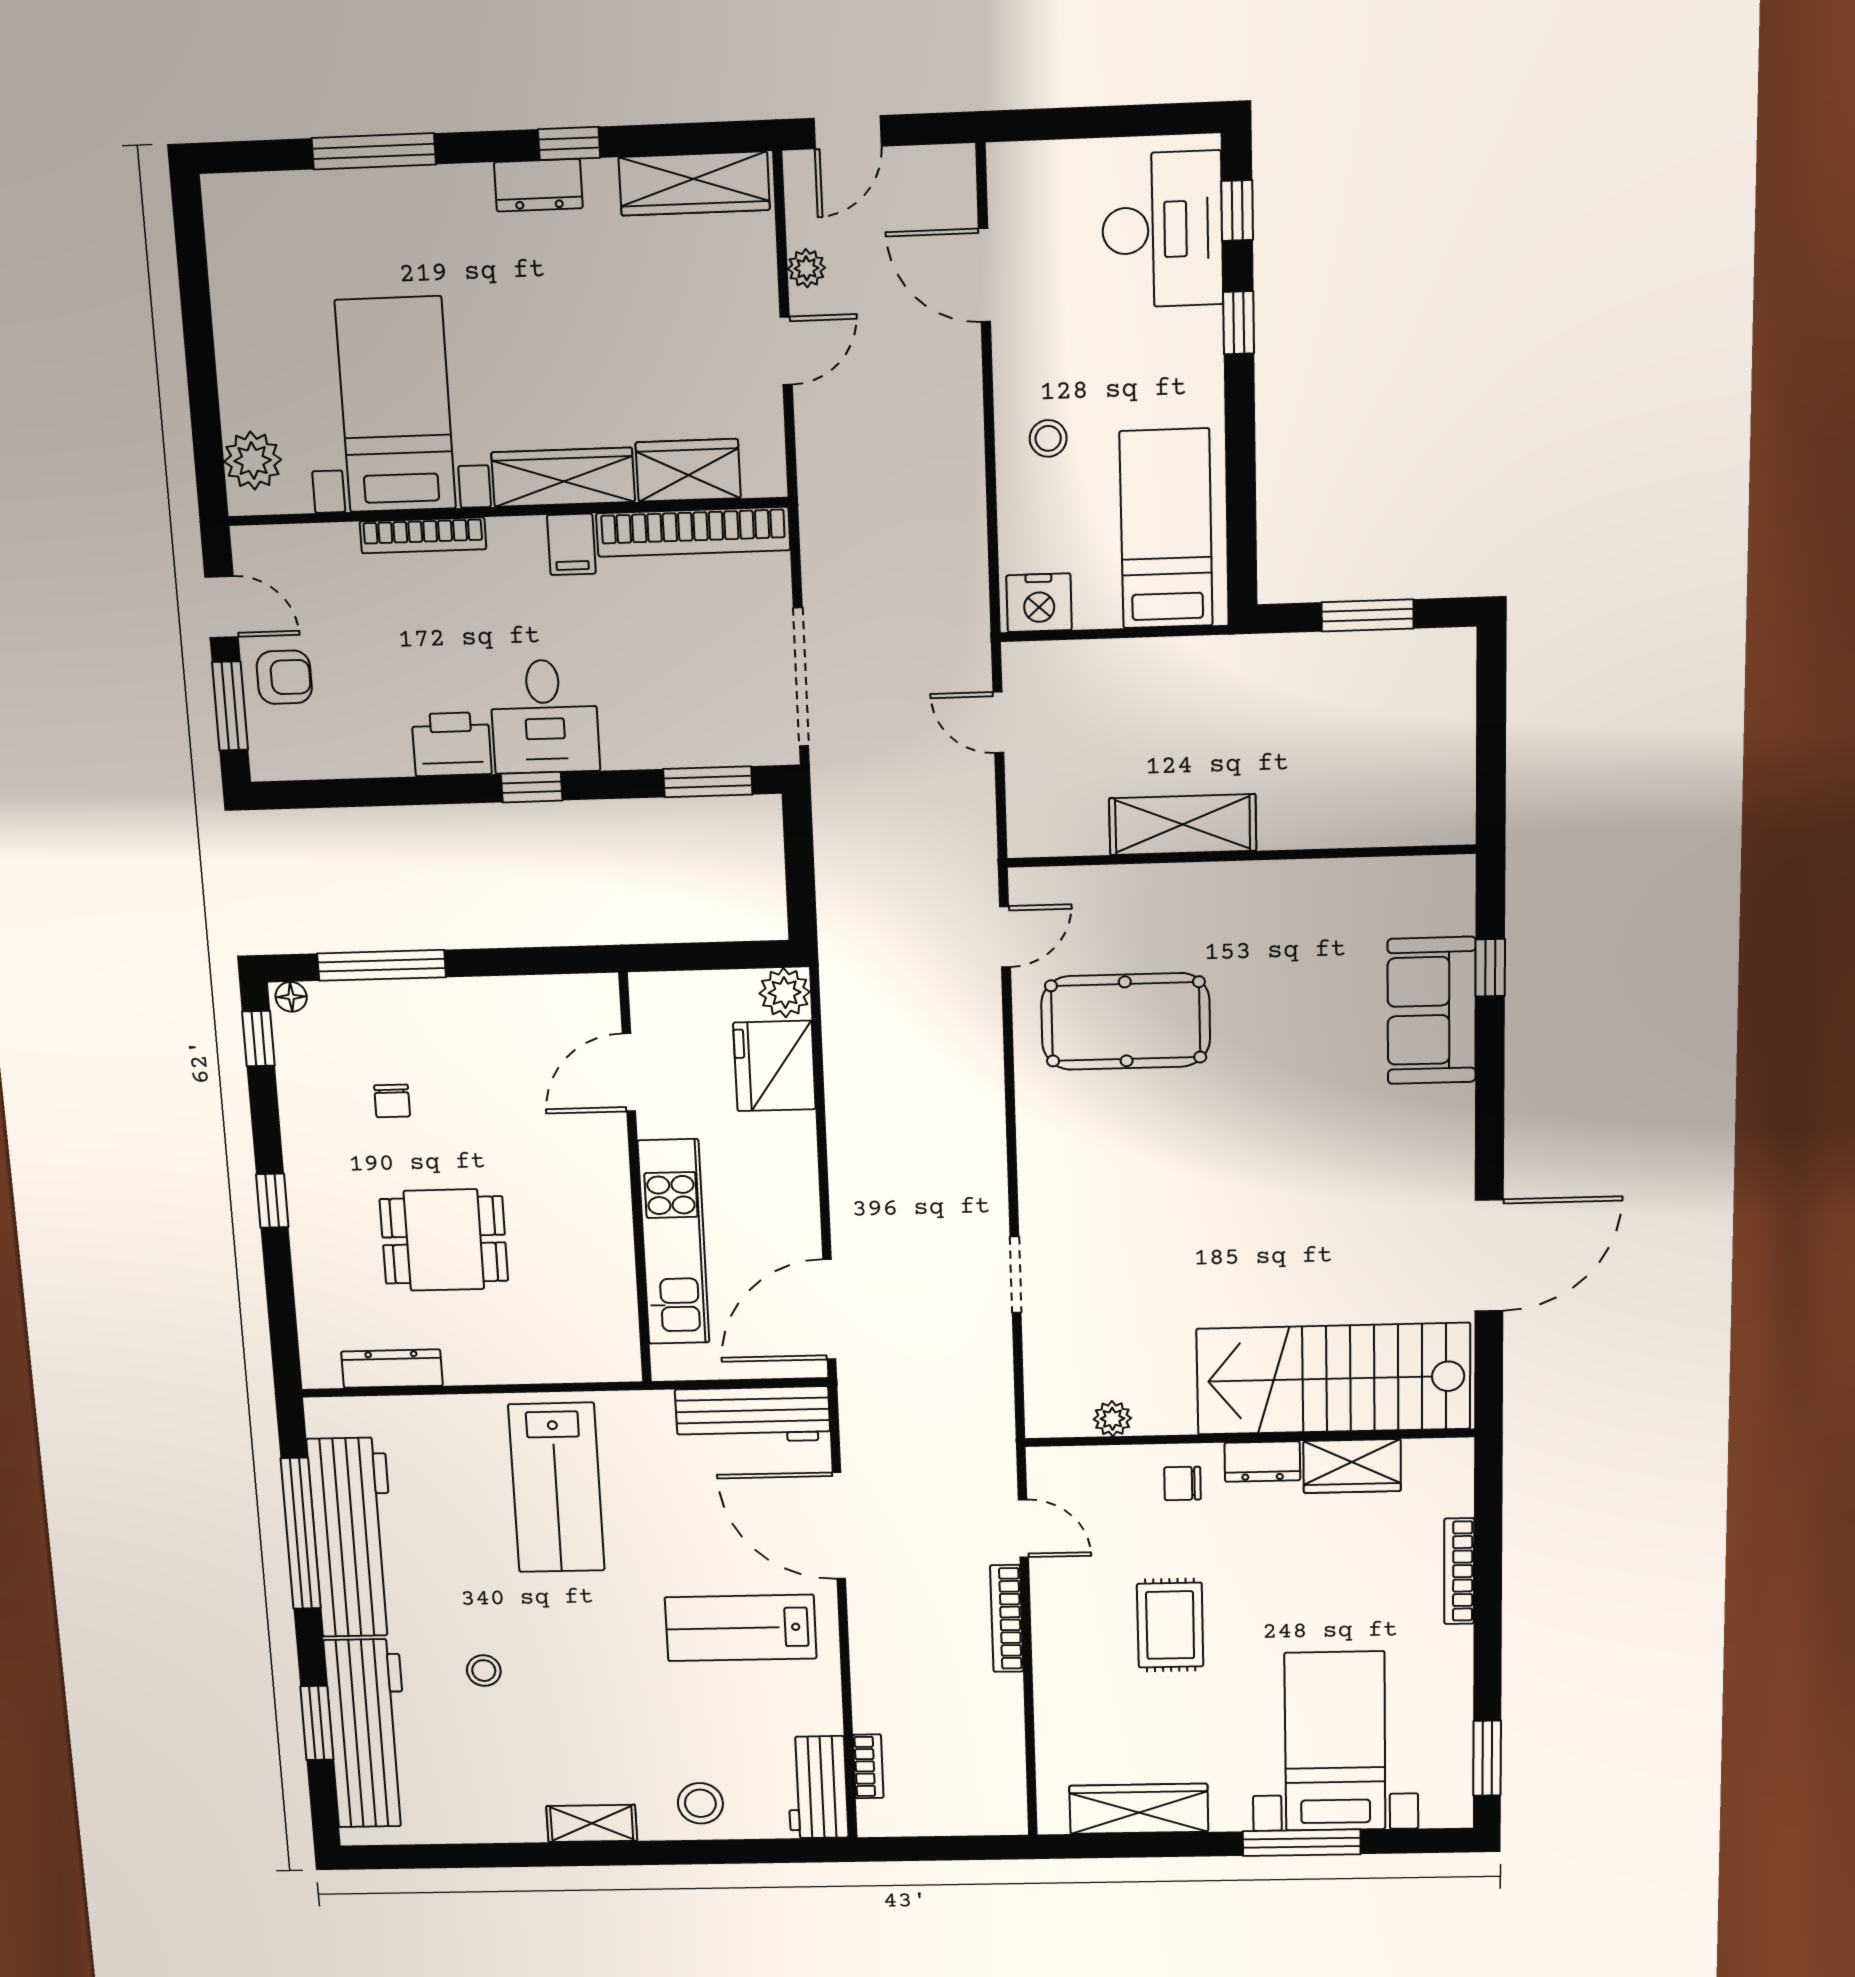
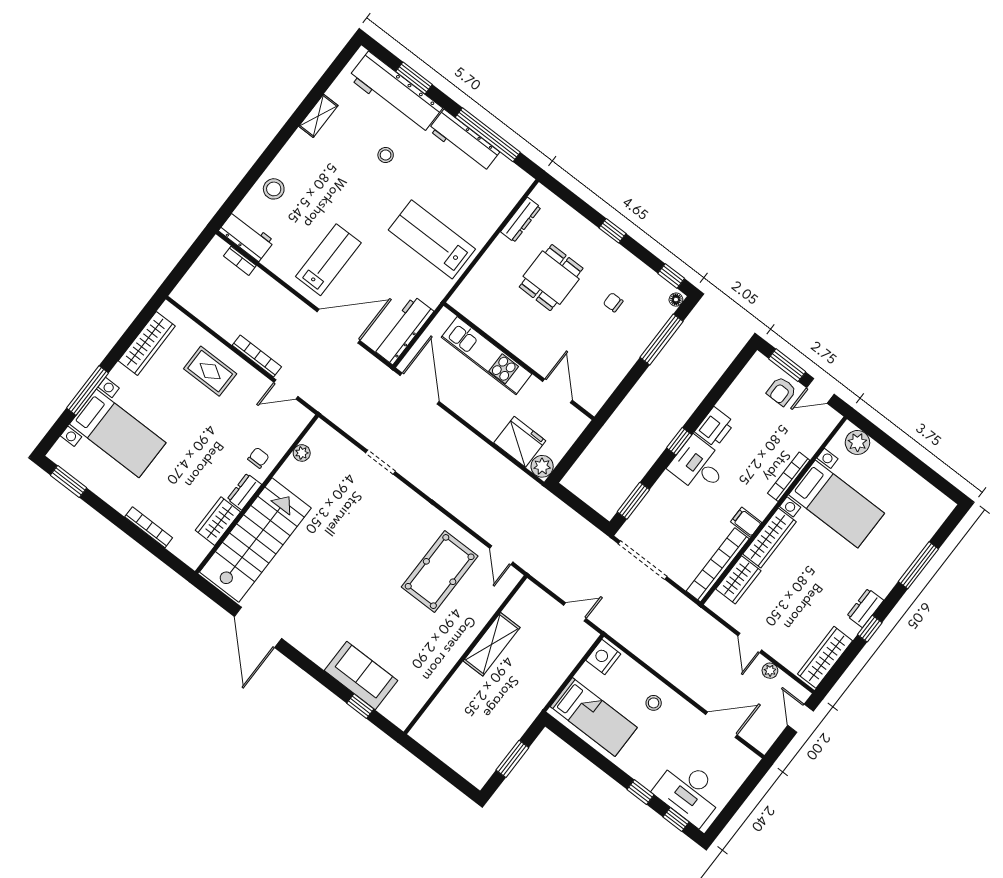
workbench: (353, 1538) -> (464, 141), width x0.73, depth x0.76
rug: (1170, 1625) -> (210, 371), moved
shelving: (592, 1823) -> (318, 116), moved

